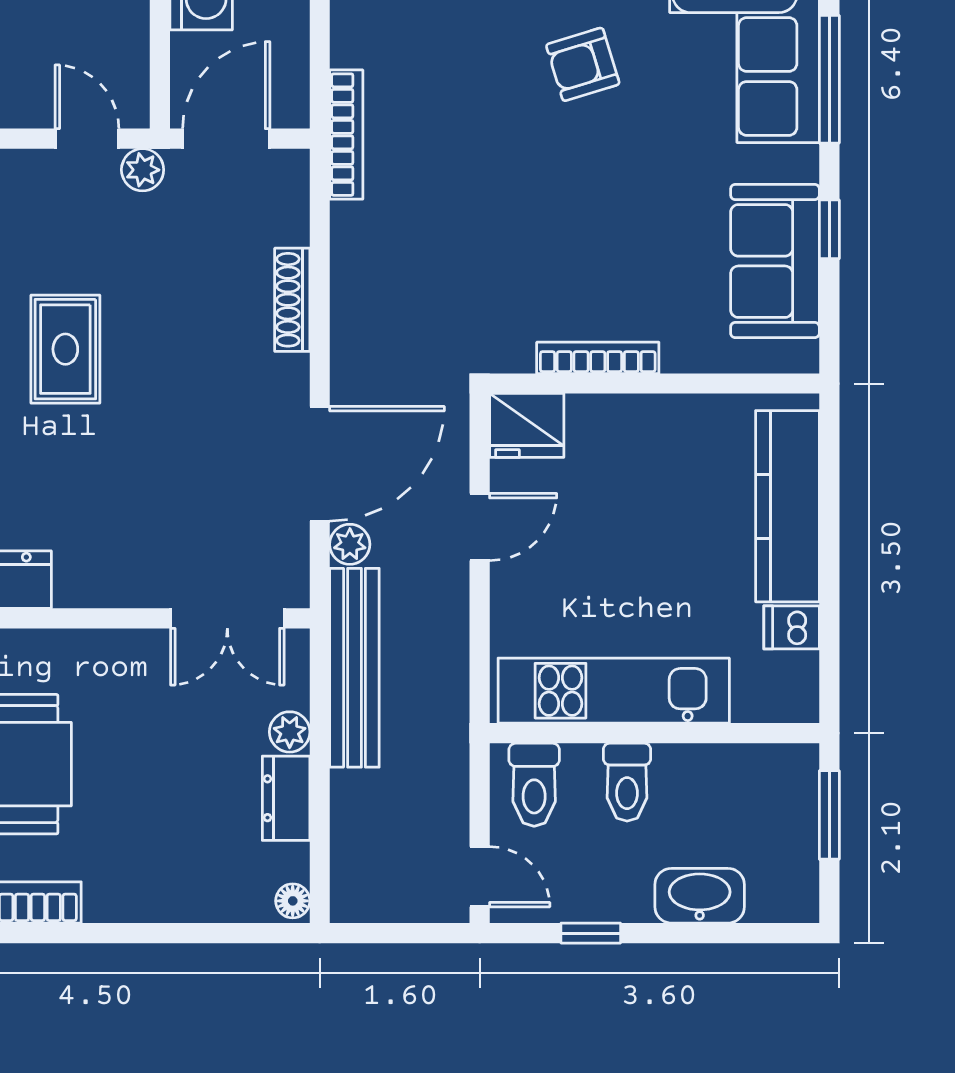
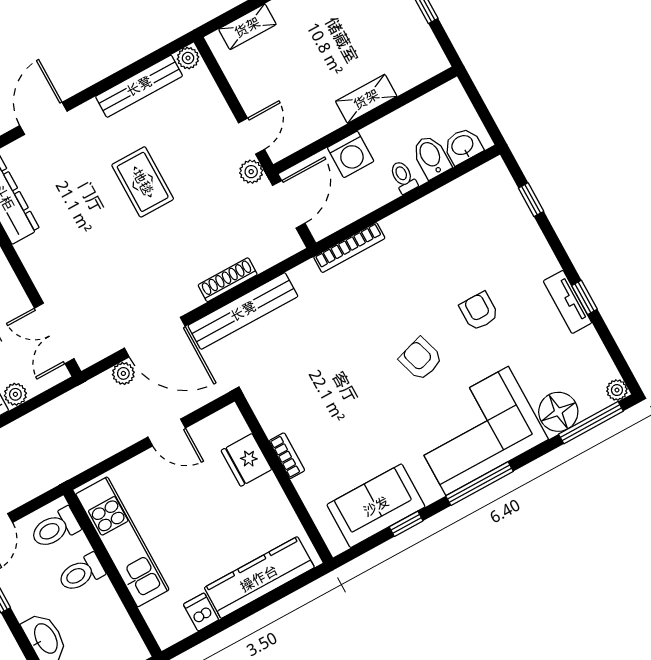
bookcase: (346, 135) -> (349, 248), moved
door: (226, 139) -> (289, 204), hinge flipped
rug: (65, 349) -> (143, 182), turned 90
bookcase: (598, 358) -> (287, 456), width x0.64
fridge: (527, 425) -> (246, 460), moved
bench: (354, 668) -> (243, 311), moved

